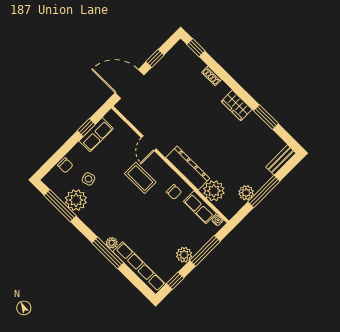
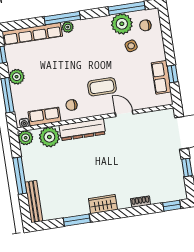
bench: (281, 160) -> (34, 202), width x1.36
chair: (65, 165) -> (145, 25), moved
plant: (246, 193) -> (26, 138), moved

